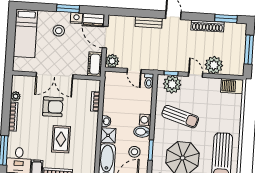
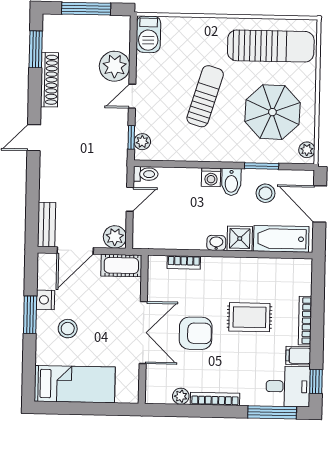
dresser: (93, 20) -> (47, 271), removed
bench: (149, 22) -> (47, 225), moved
plant: (172, 84) -> (142, 142), width x0.53, depth x0.53
armchair: (53, 107) -> (196, 333), turned 90
sun lounger: (180, 117) -> (205, 96), moved

